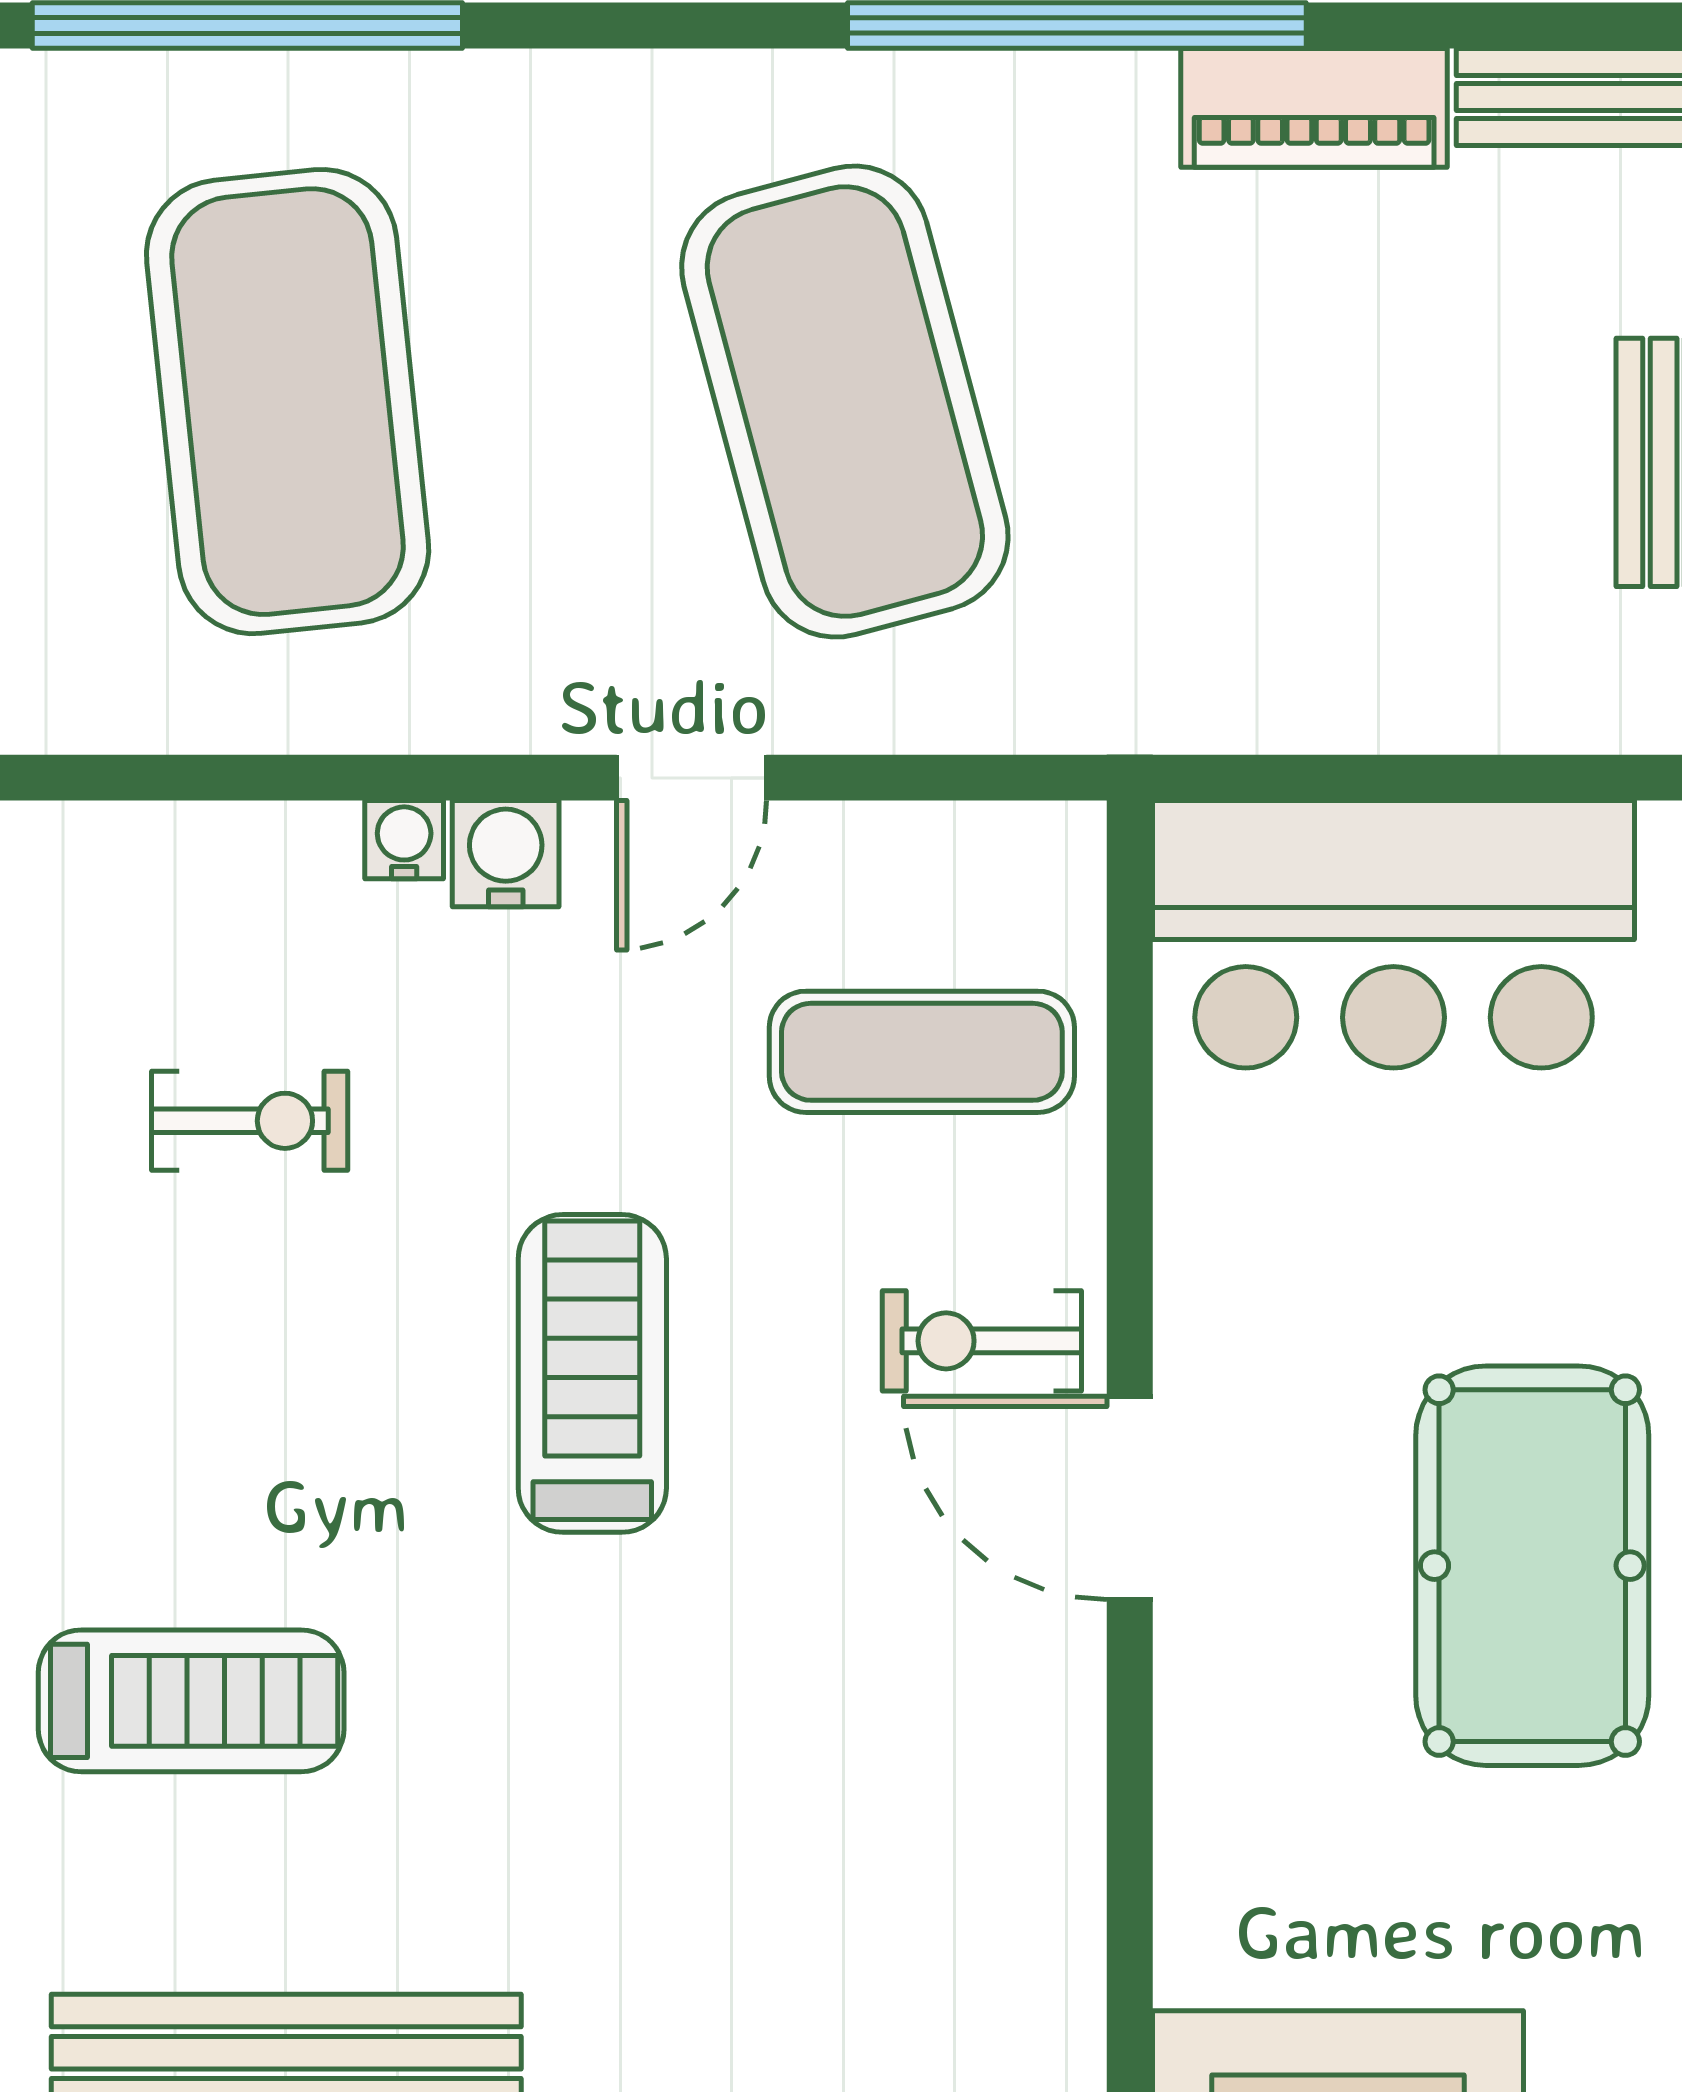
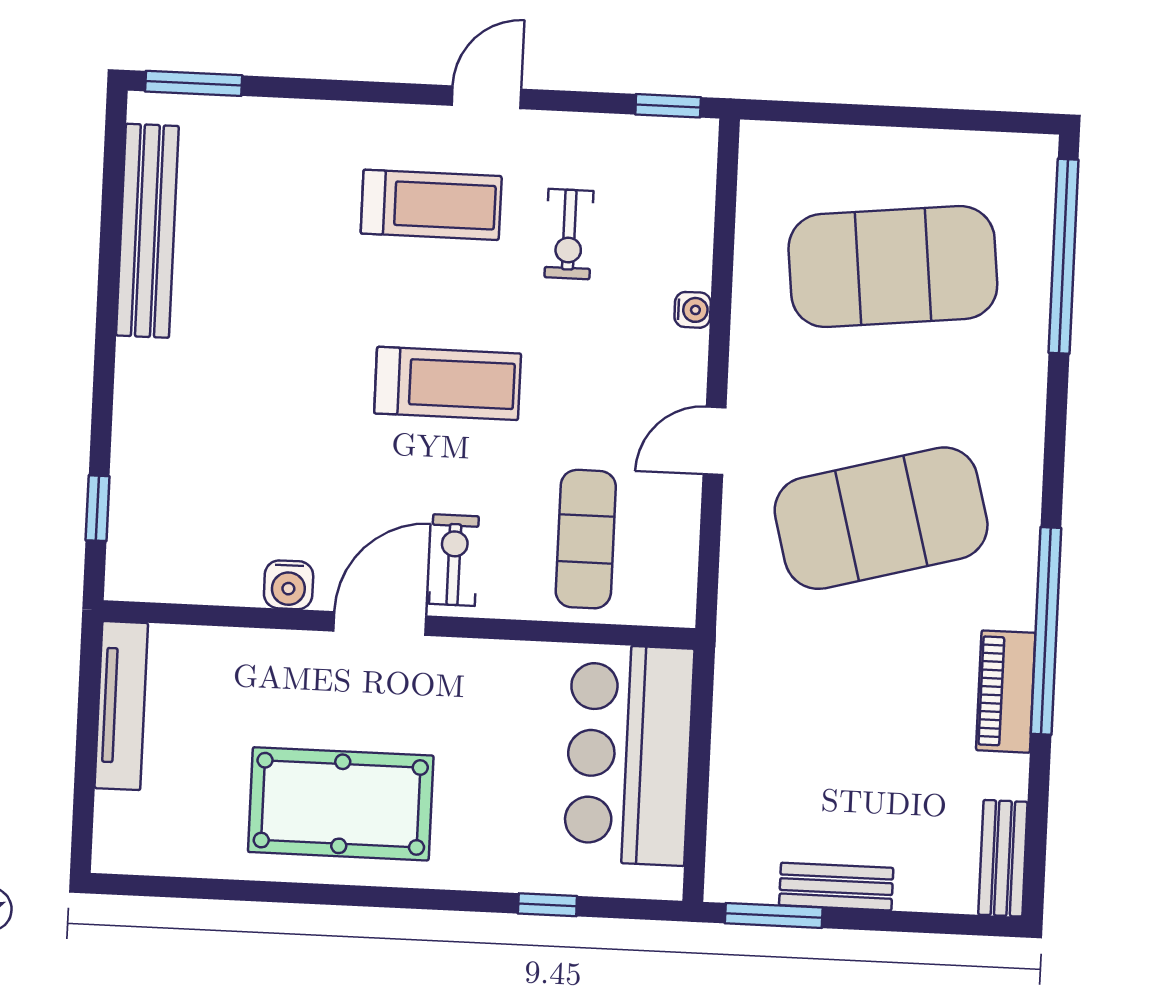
piano: (1314, 108) -> (1006, 692), moved
door: (691, 778) -> (714, 441), hinge flipped
water cooler: (506, 854) -> (289, 585), moved, turned 90
treadmill: (191, 1701) -> (431, 205), moved, turned -90

